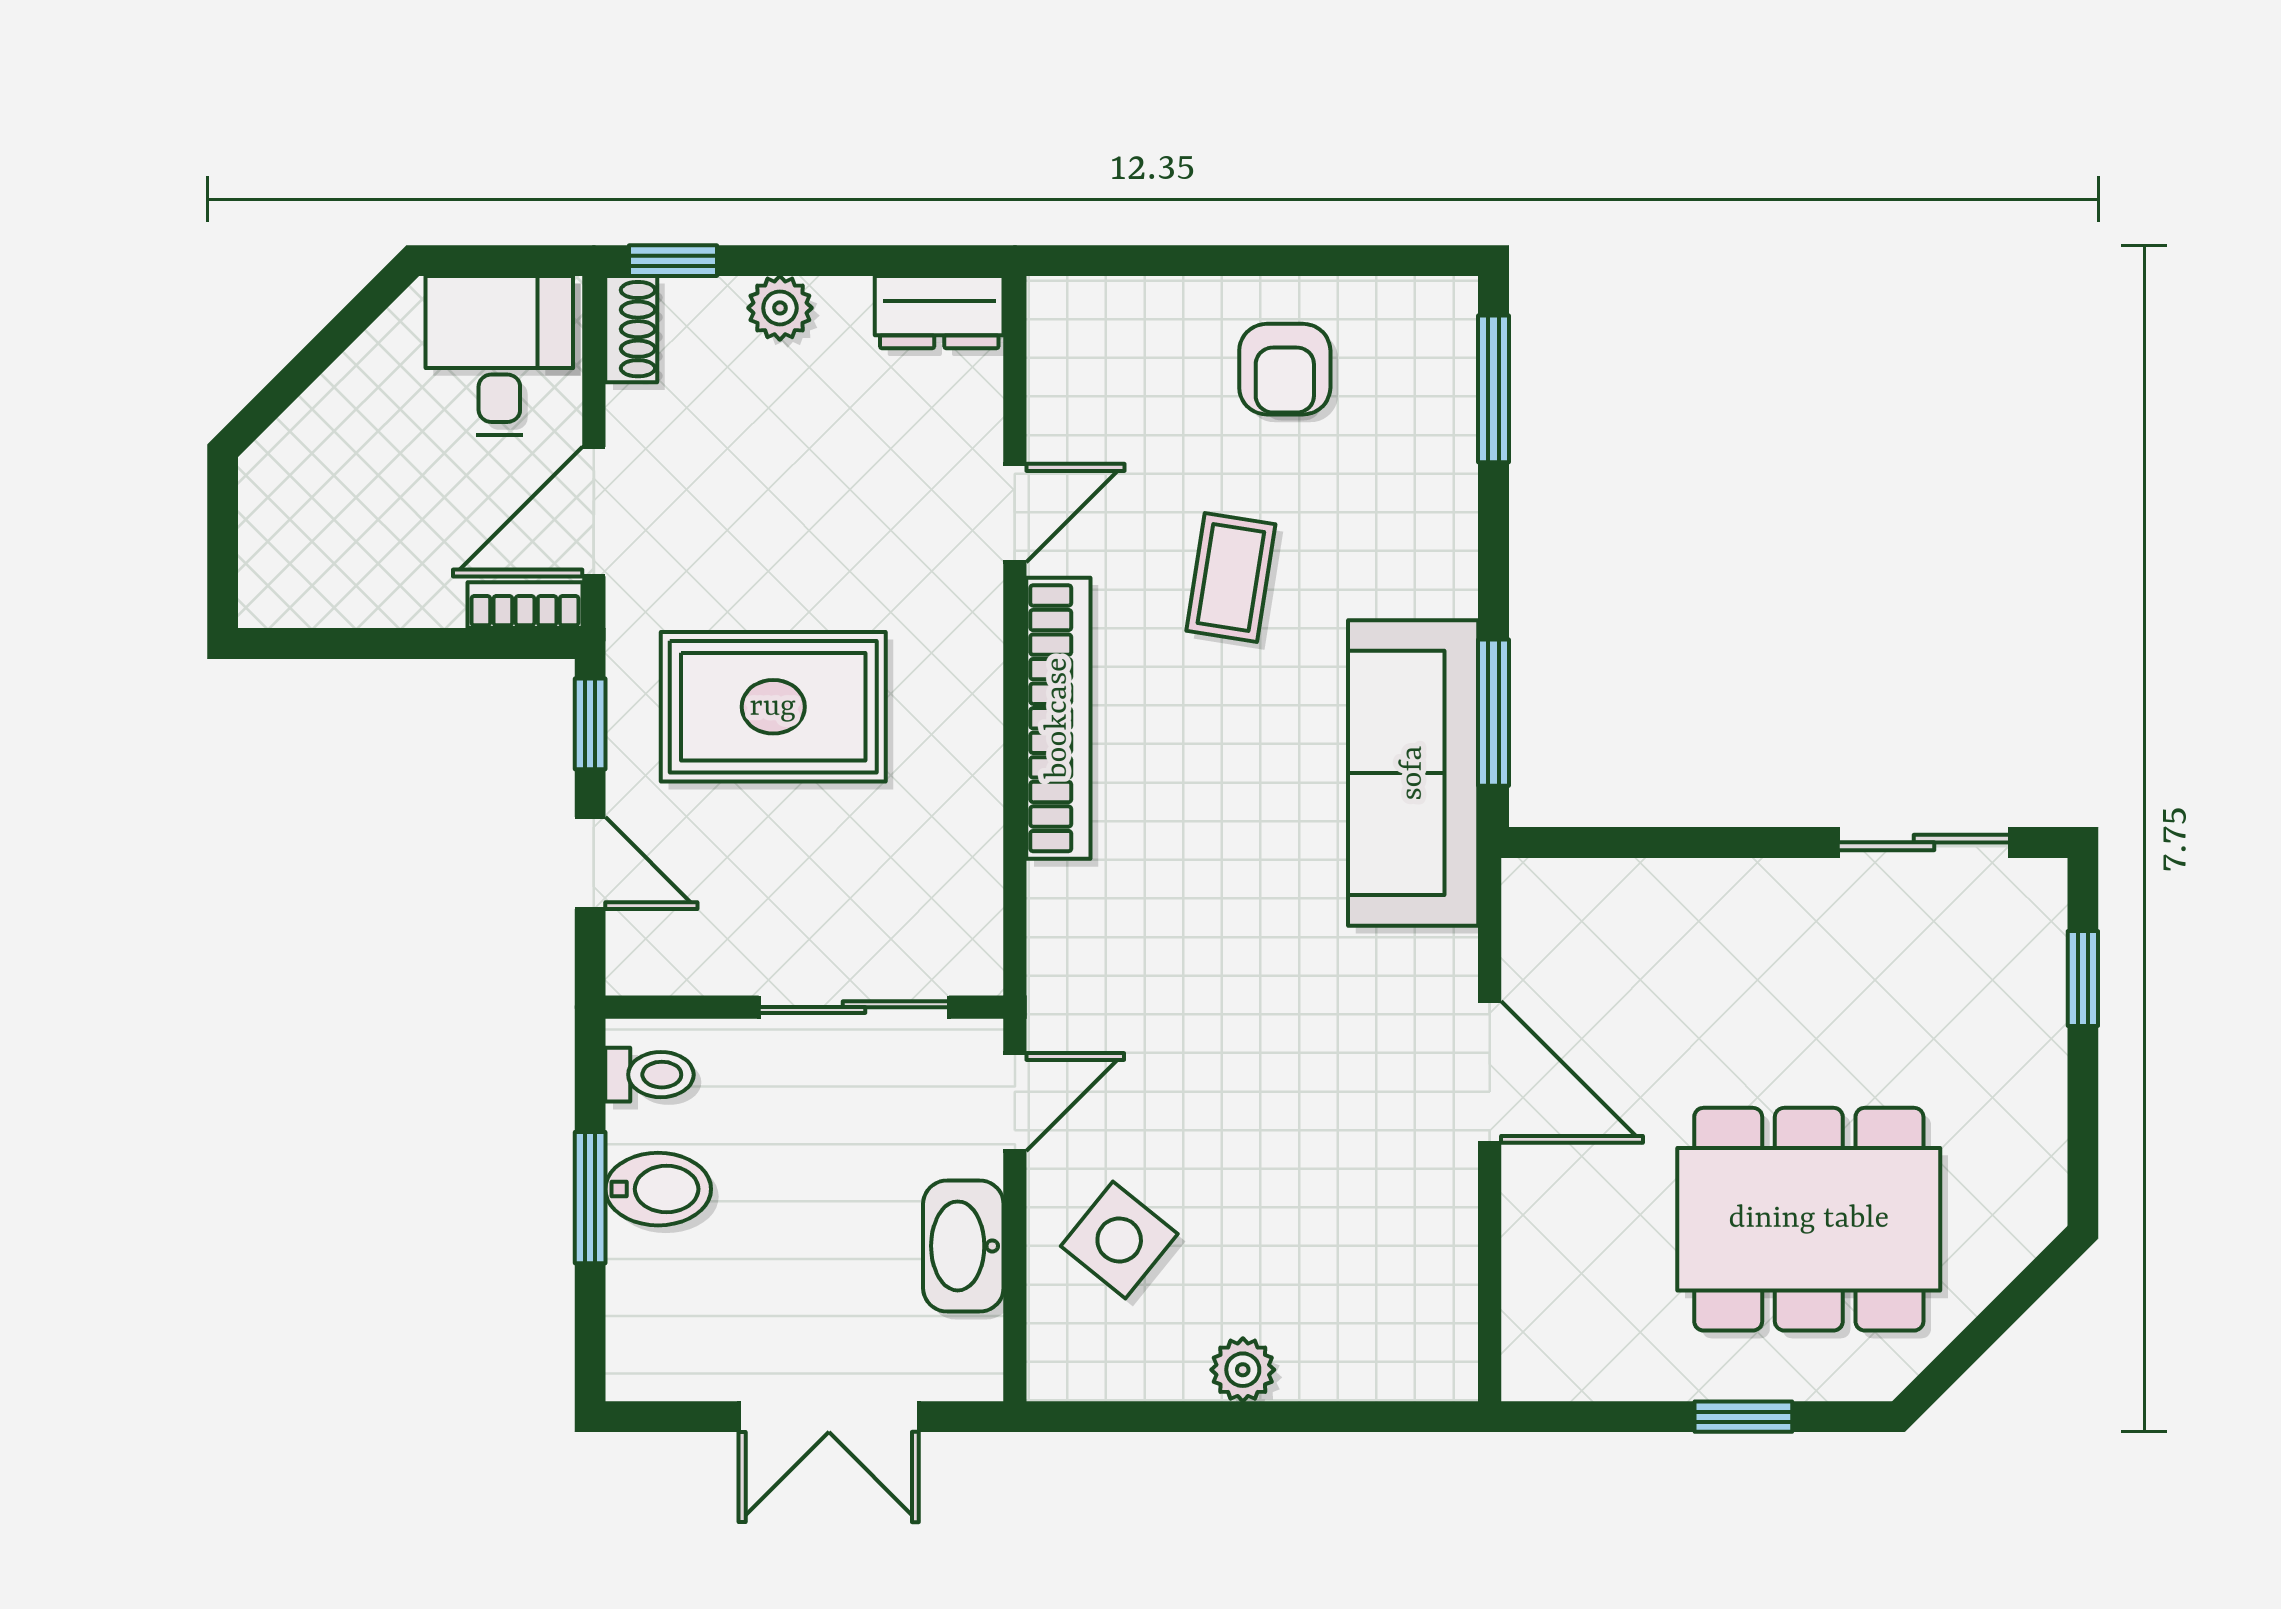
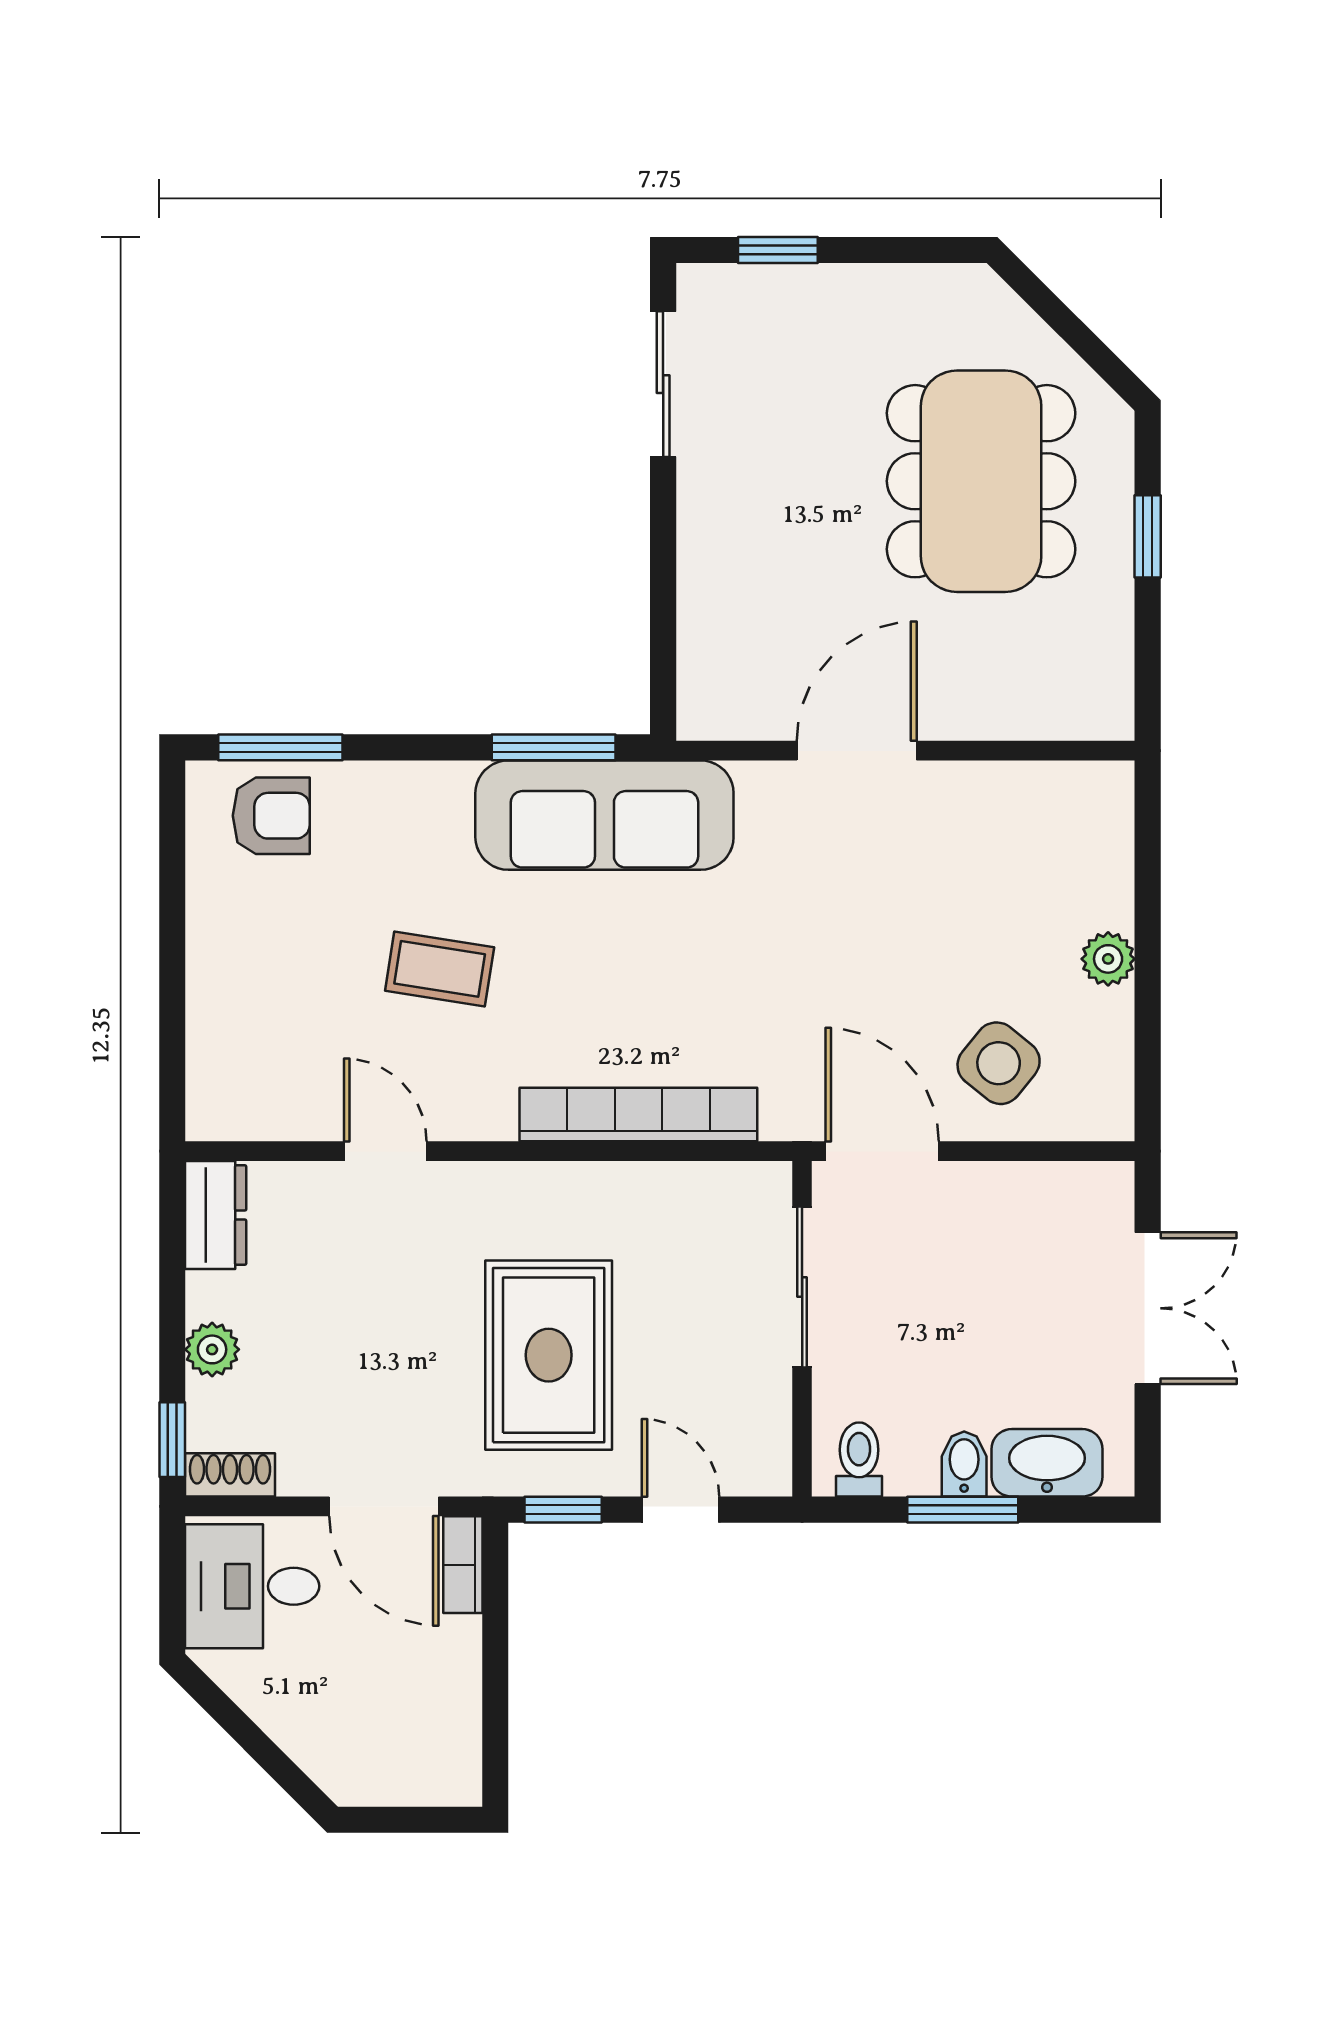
armchair: (1285, 369) -> (271, 816), moved
bookcase: (1058, 718) -> (638, 1114), moved
door: (590, 863) -> (680, 1510), hinge flipped
door: (1015, 1102) -> (882, 1151), width x1.38
bidet: (658, 1189) -> (964, 1464), width x0.72, depth x0.74
washbasin: (963, 1246) -> (1047, 1463), moved, turned 180

